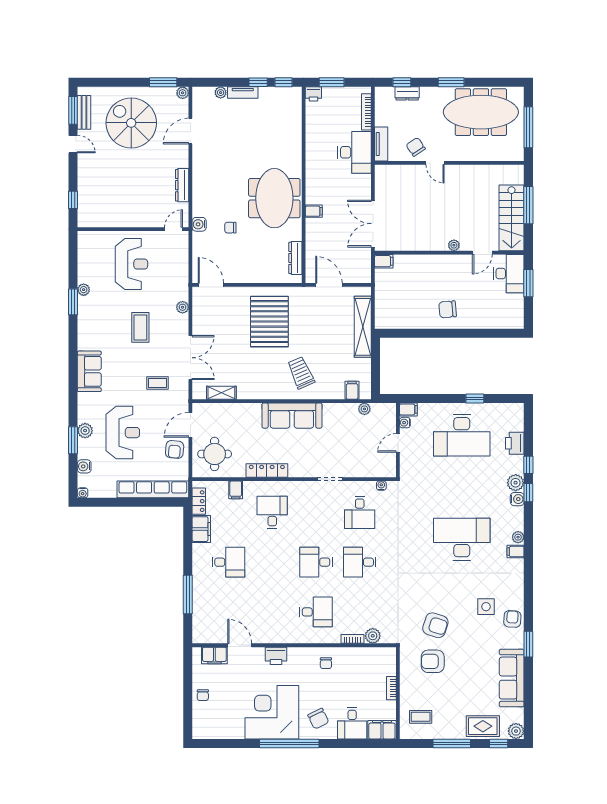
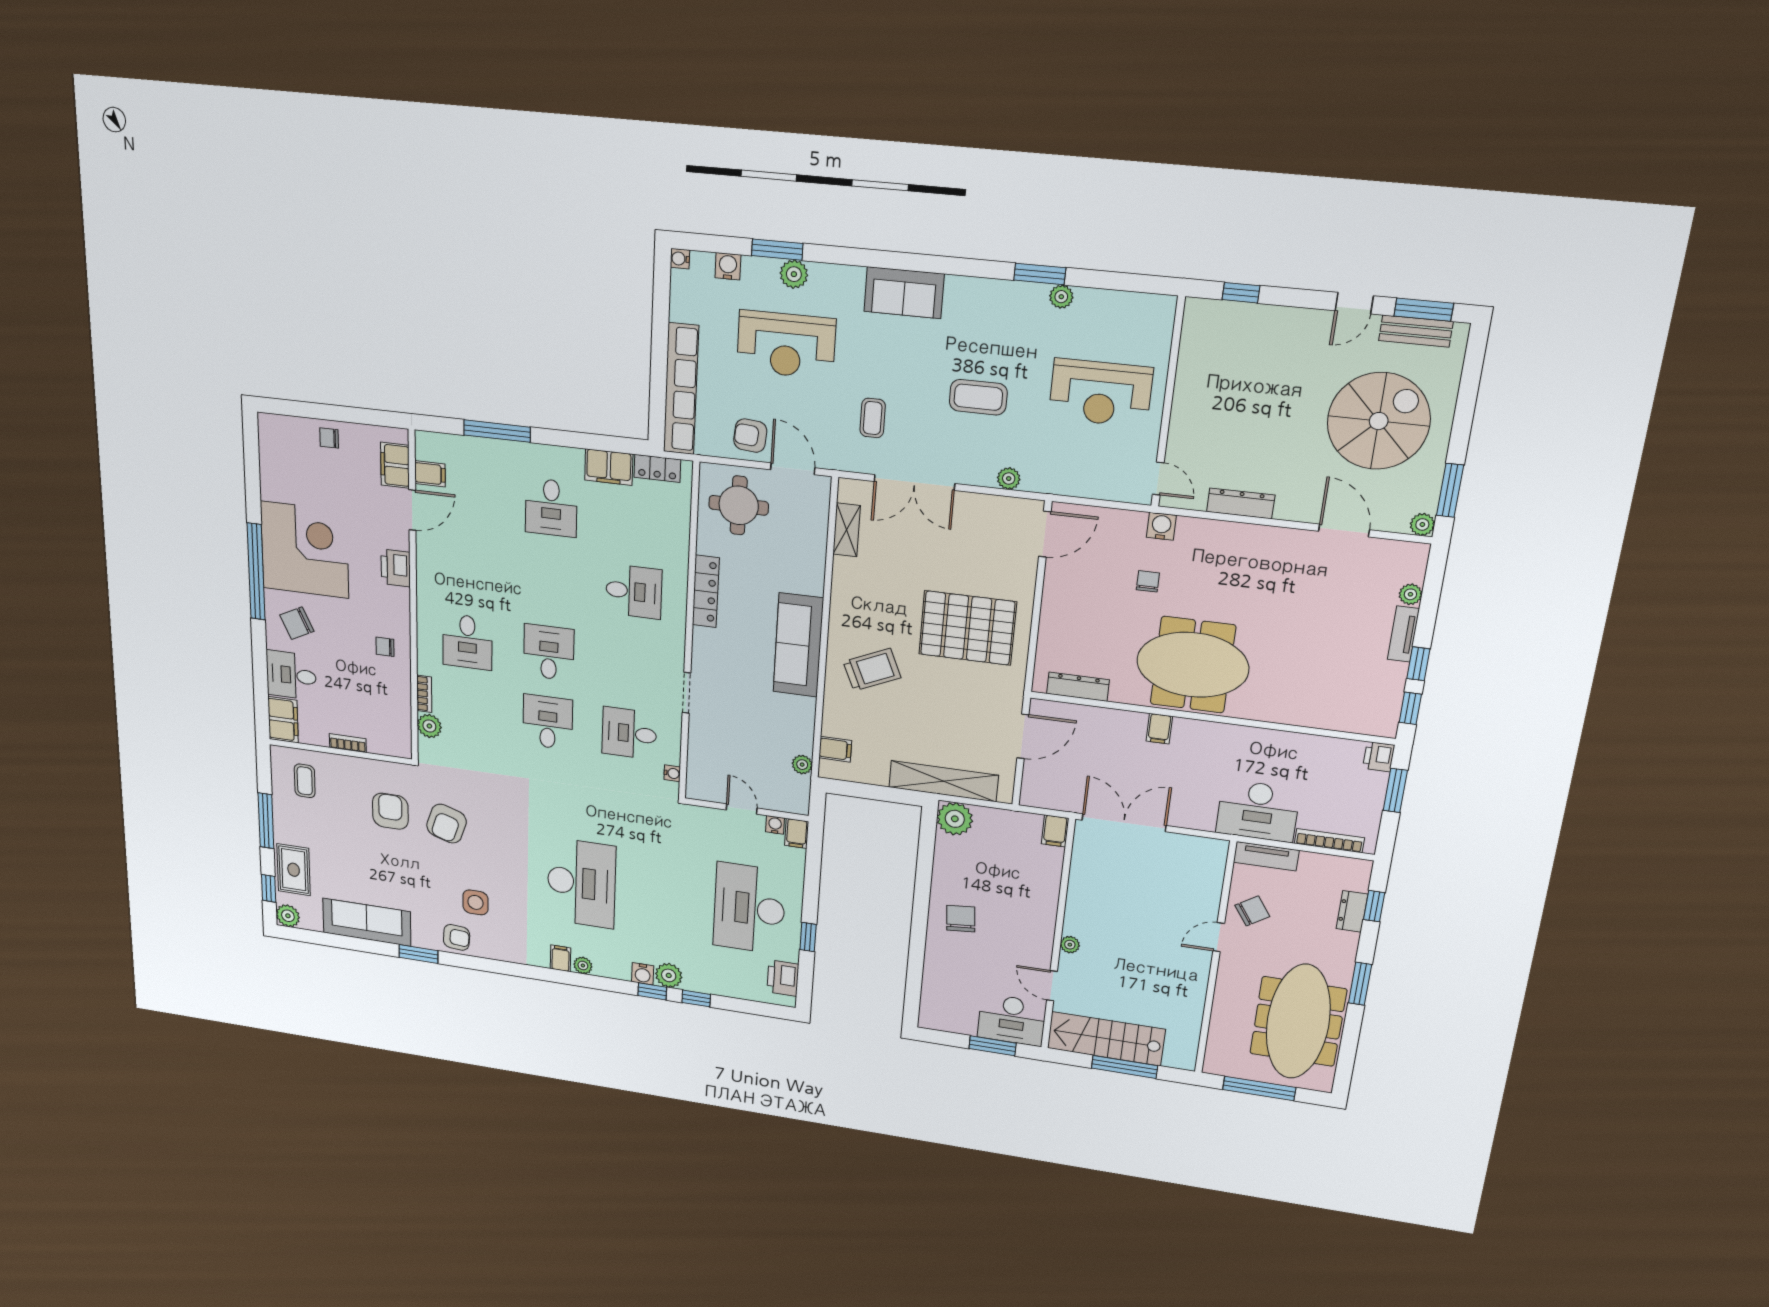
plant: (385, 318) -> (955, 819), added
printer: (515, 443) -> (783, 978), moved, turned -90
filing cabinet: (236, 490) -> (430, 474), moved, turned 180

